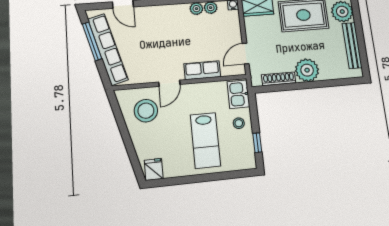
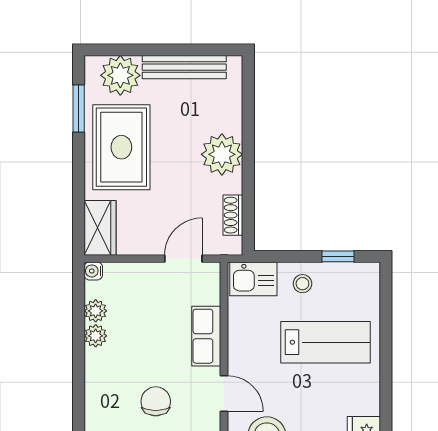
chair: (161, 45) -> (156, 401), added
door: (246, 54) -> (183, 259), swing flipped
shoe rack: (279, 79) -> (233, 215), width x0.70

